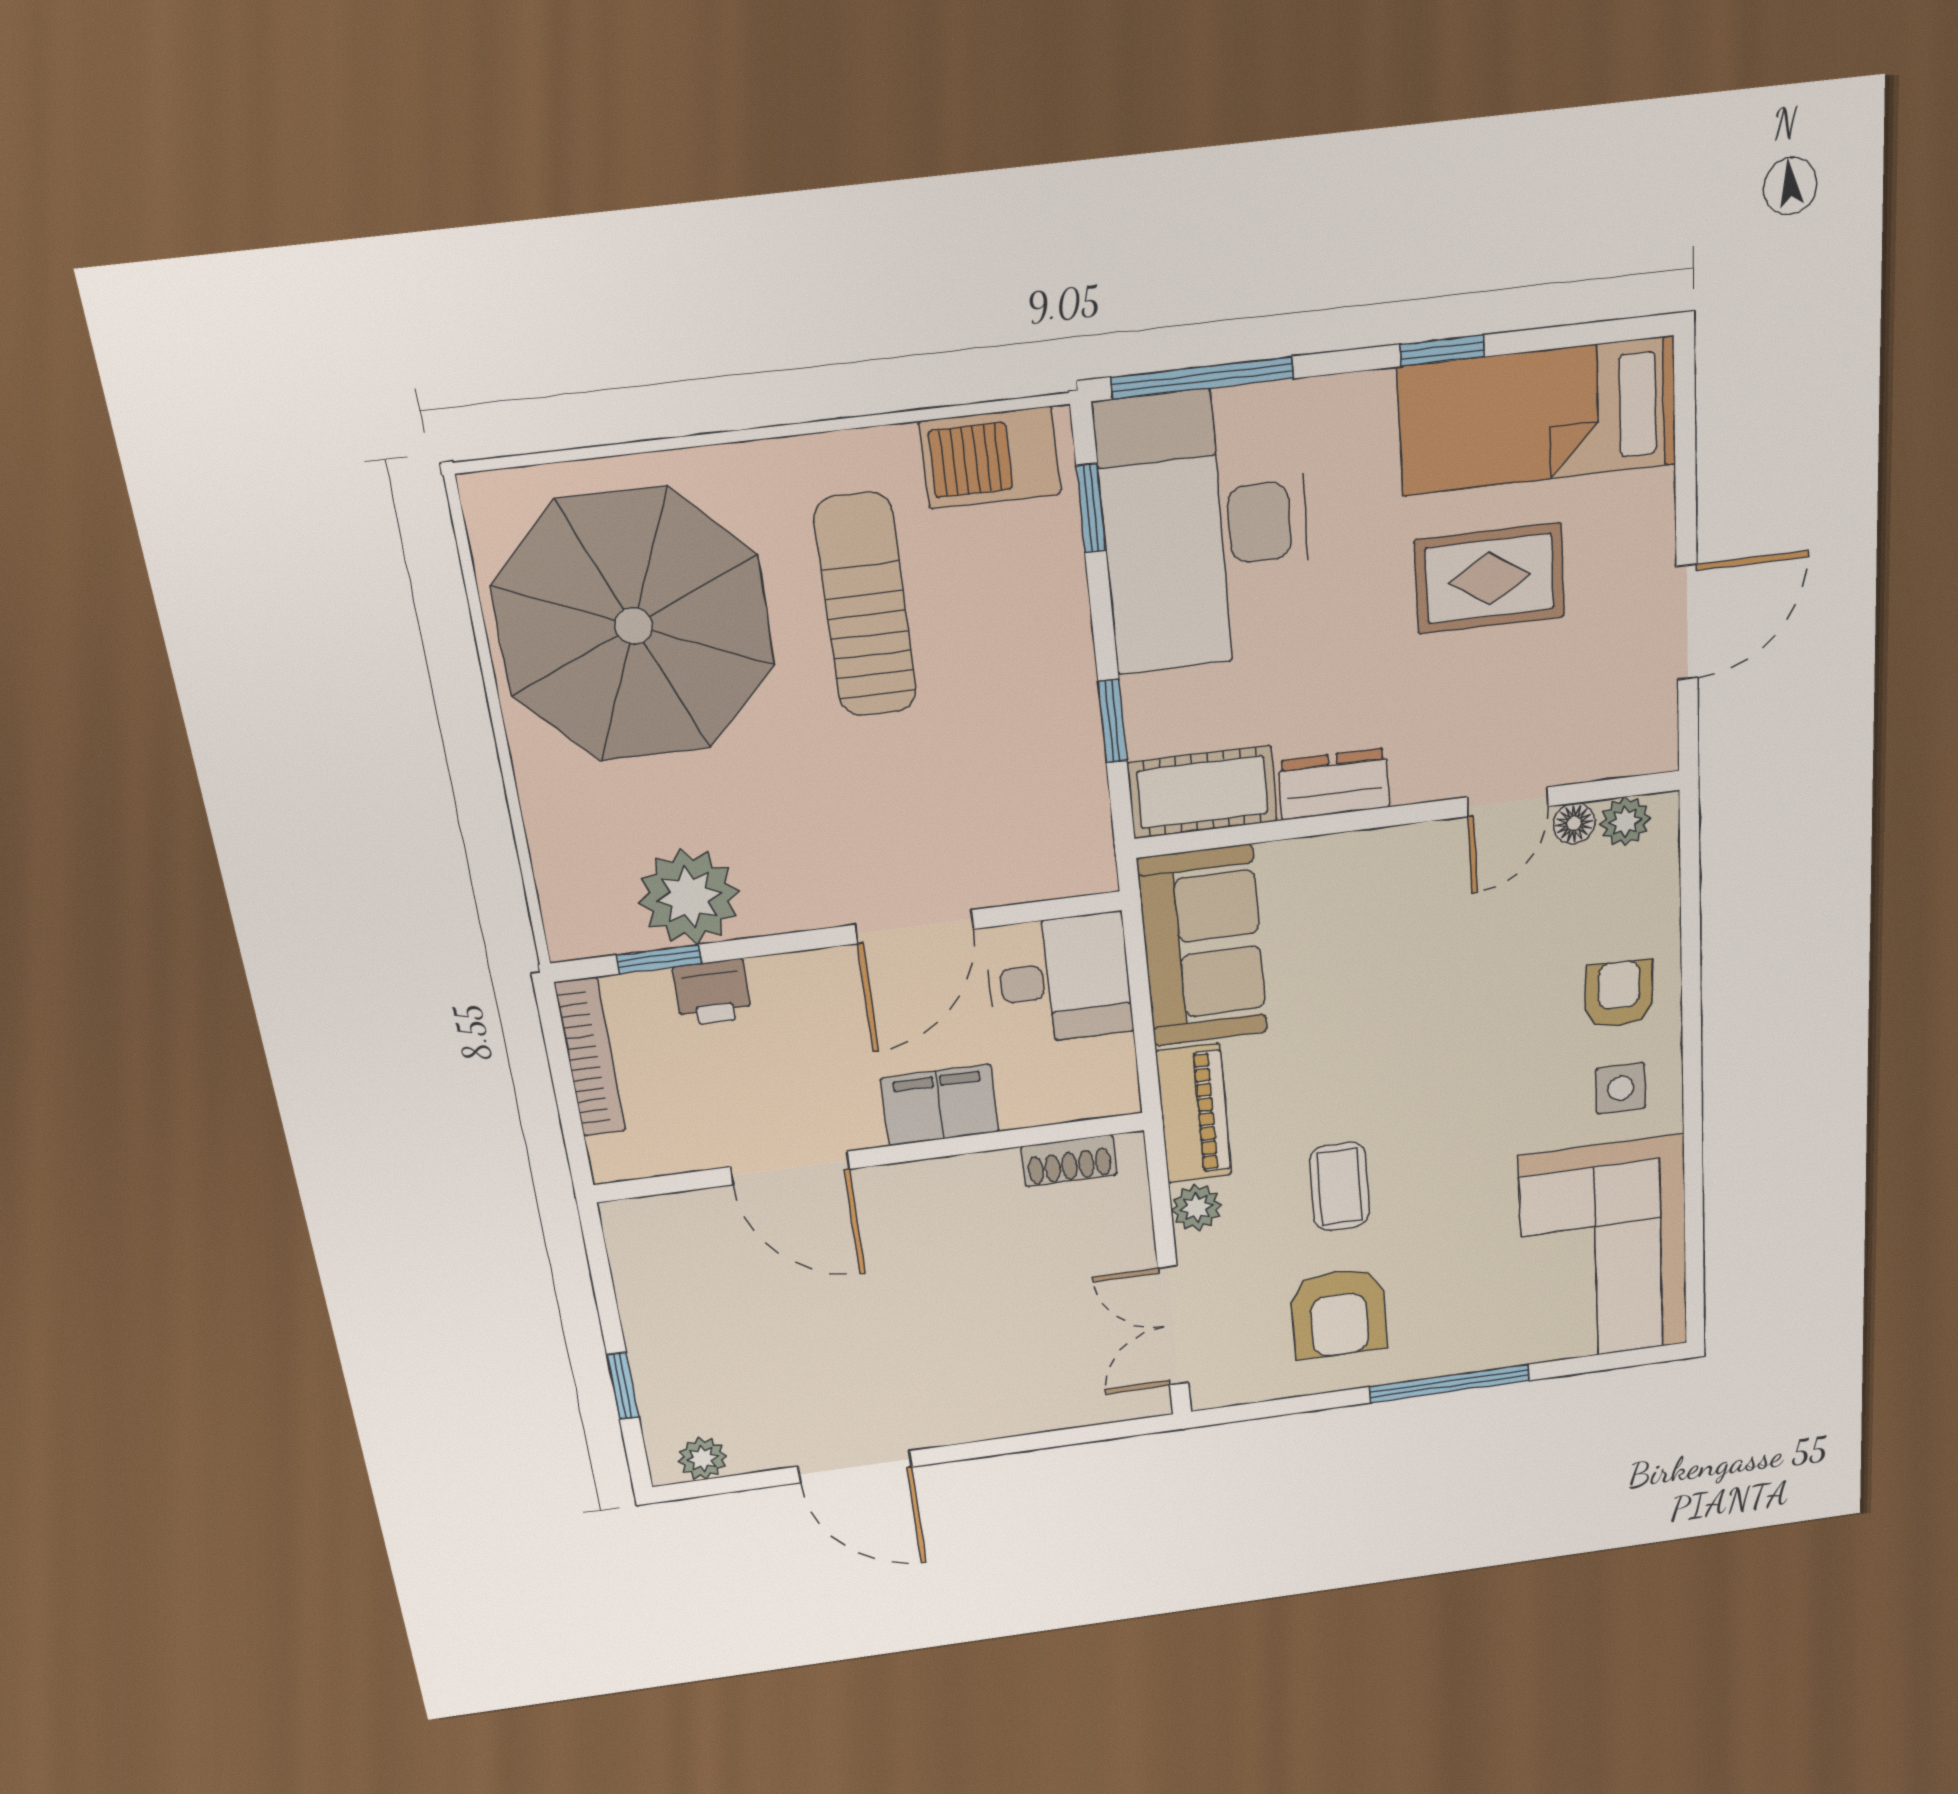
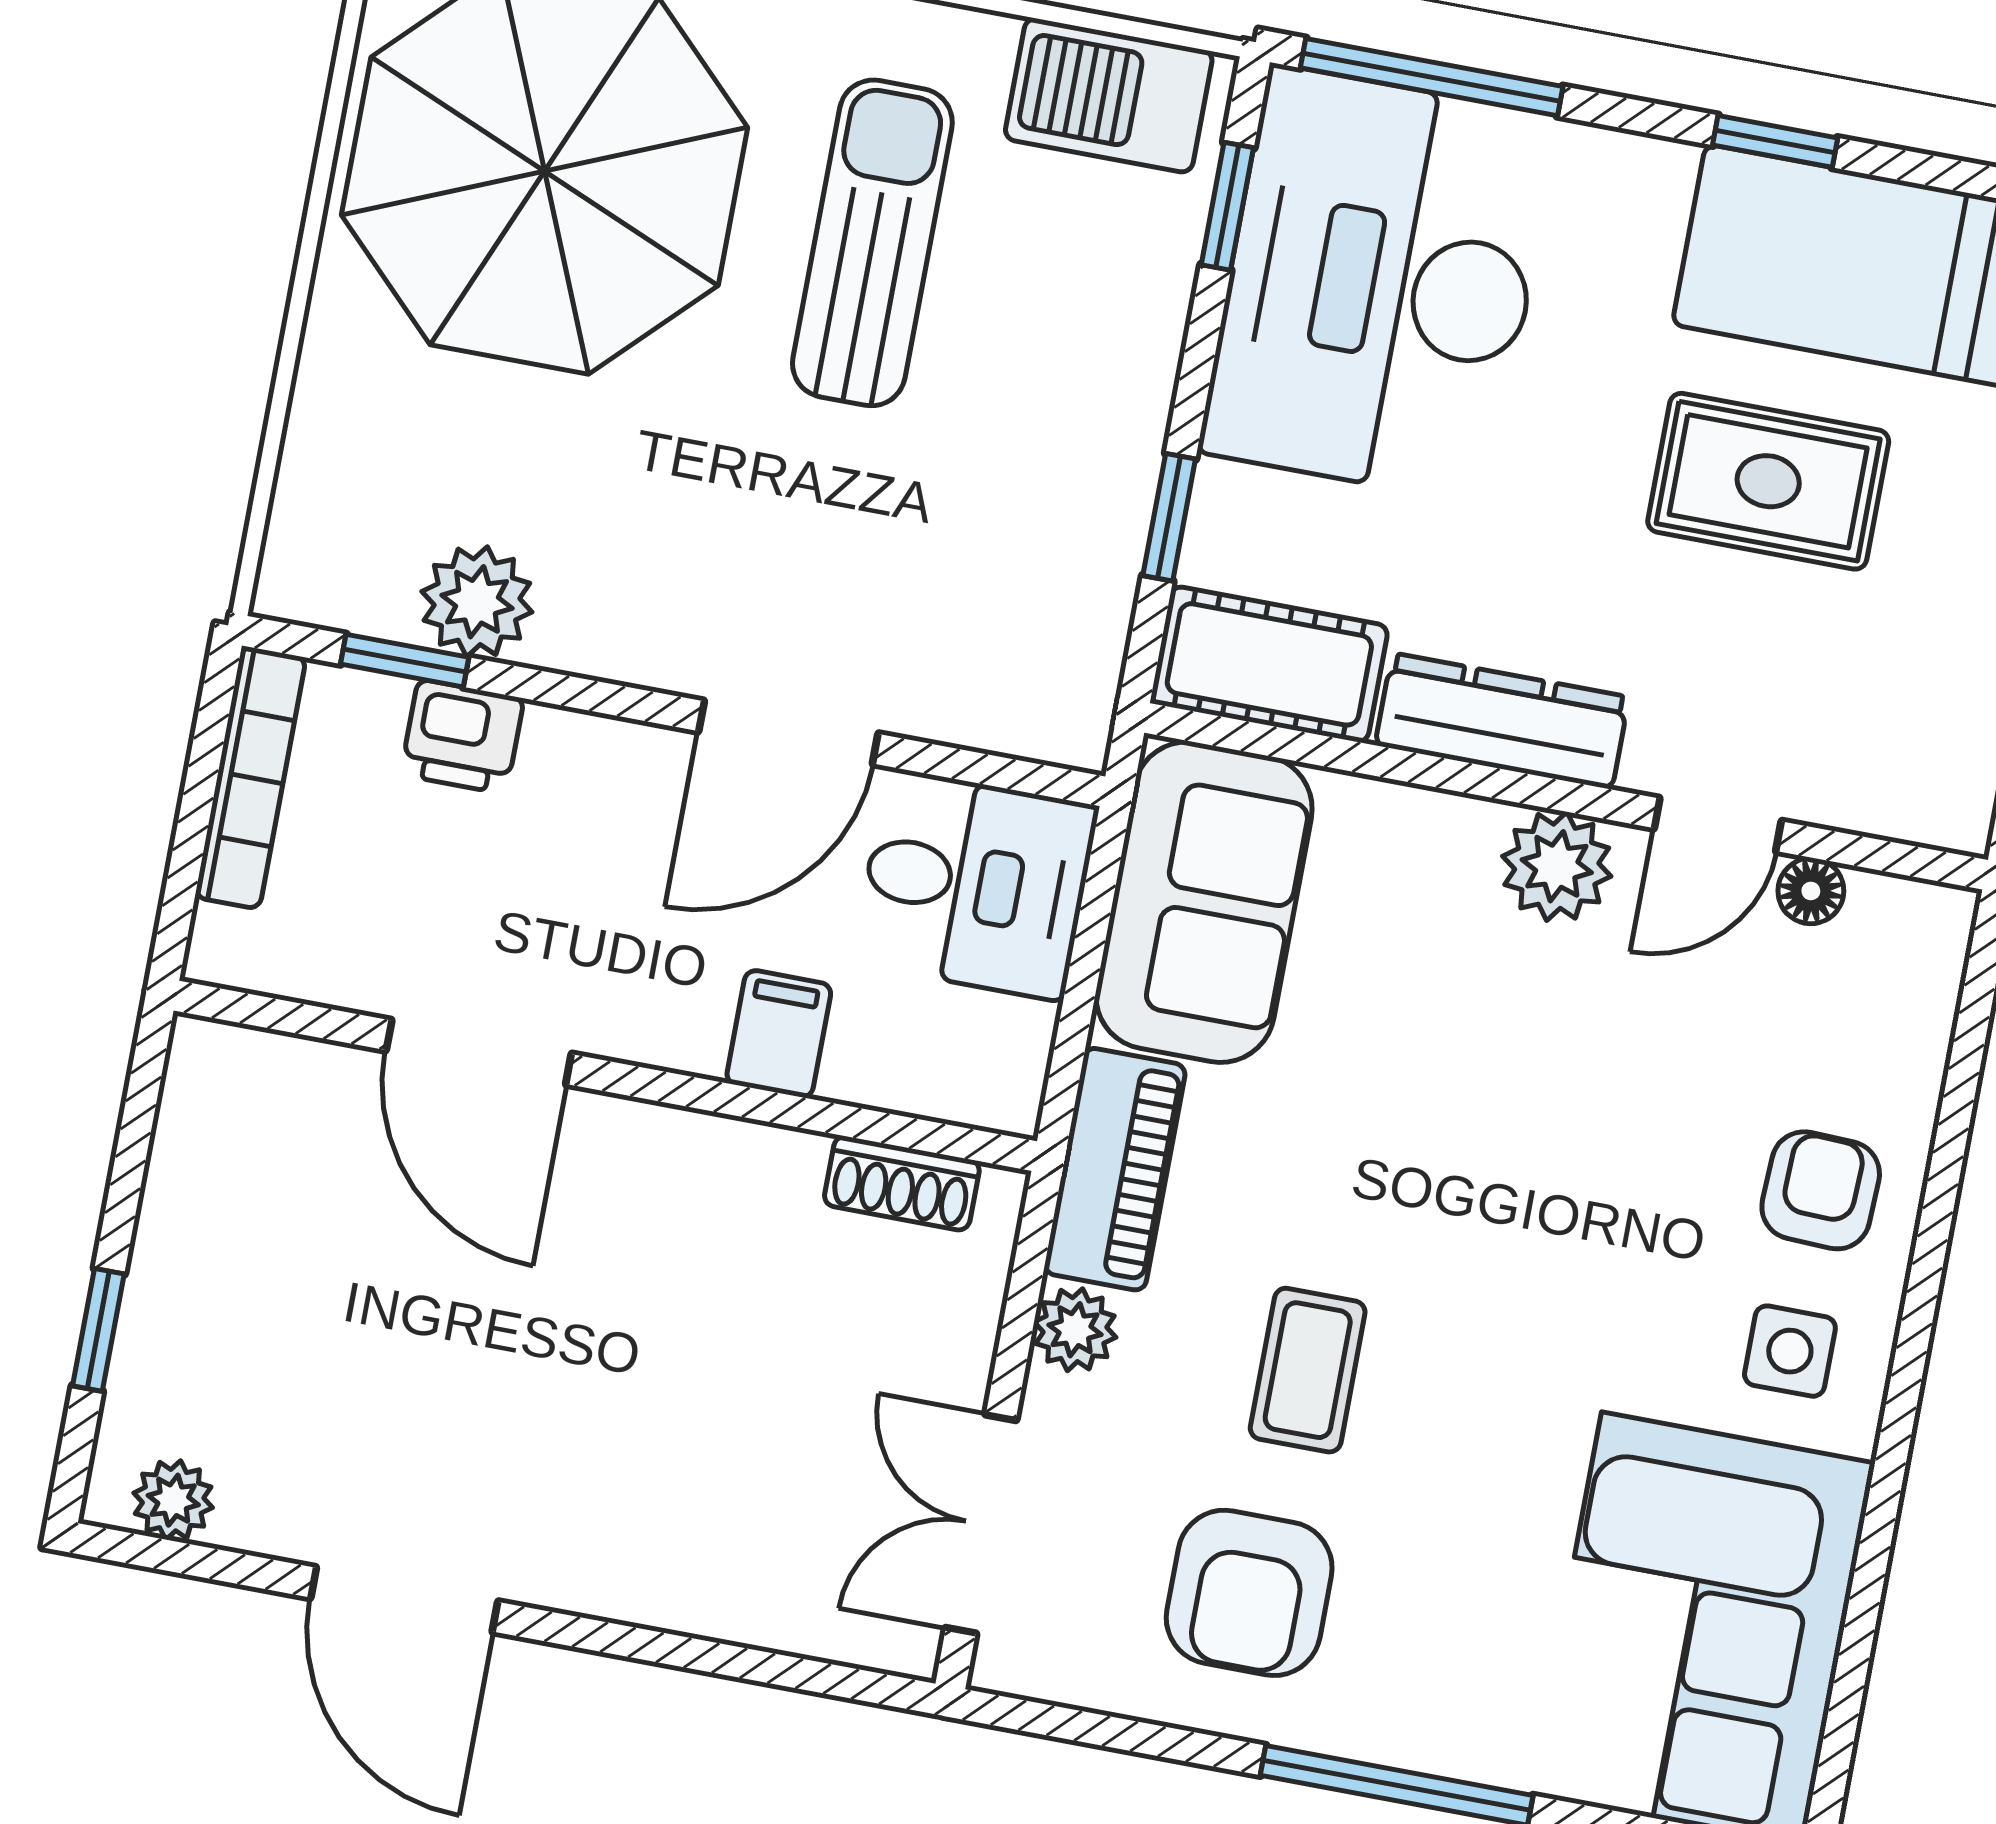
dresser: (1334, 784) -> (1502, 721), width x1.44
plant: (1625, 821) -> (1557, 866), moved, width x1.38, depth x1.38
plant: (689, 897) -> (477, 602), width x0.73, depth x0.73
filing cabinet: (940, 1105) -> (779, 1034), width x0.50

